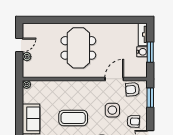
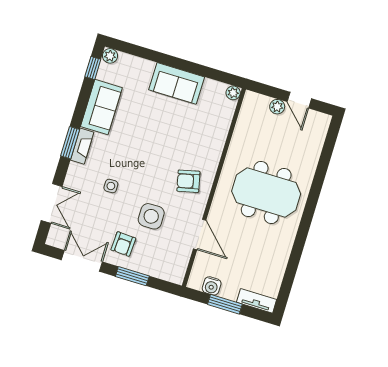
water cooler: (142, 52) -> (212, 286), moved
armchair: (132, 89) -> (188, 181), moved, turned -99
window: (150, 98) -> (132, 276), moved
coffee table: (73, 118) -> (158, 150), removed

